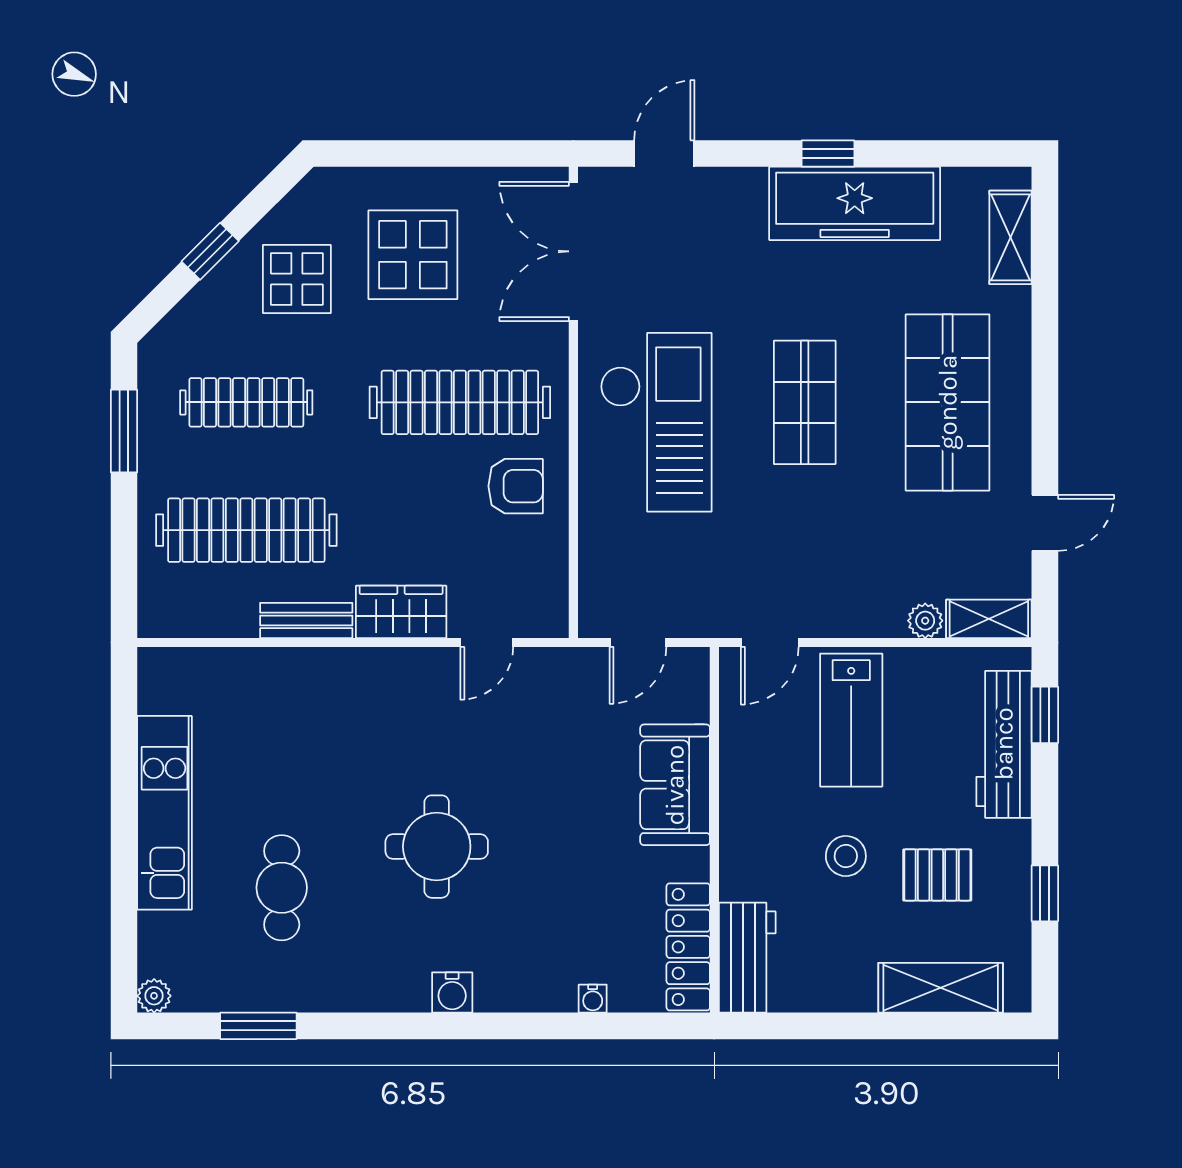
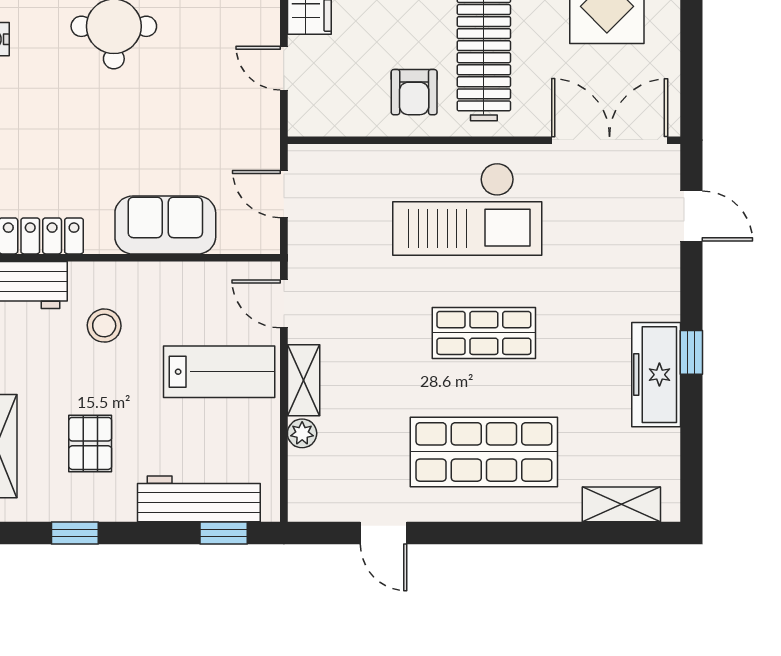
freezer: (855, 203) -> (656, 375), width x0.73, depth x0.79
shelving: (989, 619) -> (304, 380), moved
lab bench: (851, 720) -> (219, 372), turned 180
stool: (846, 856) -> (104, 326), moved

